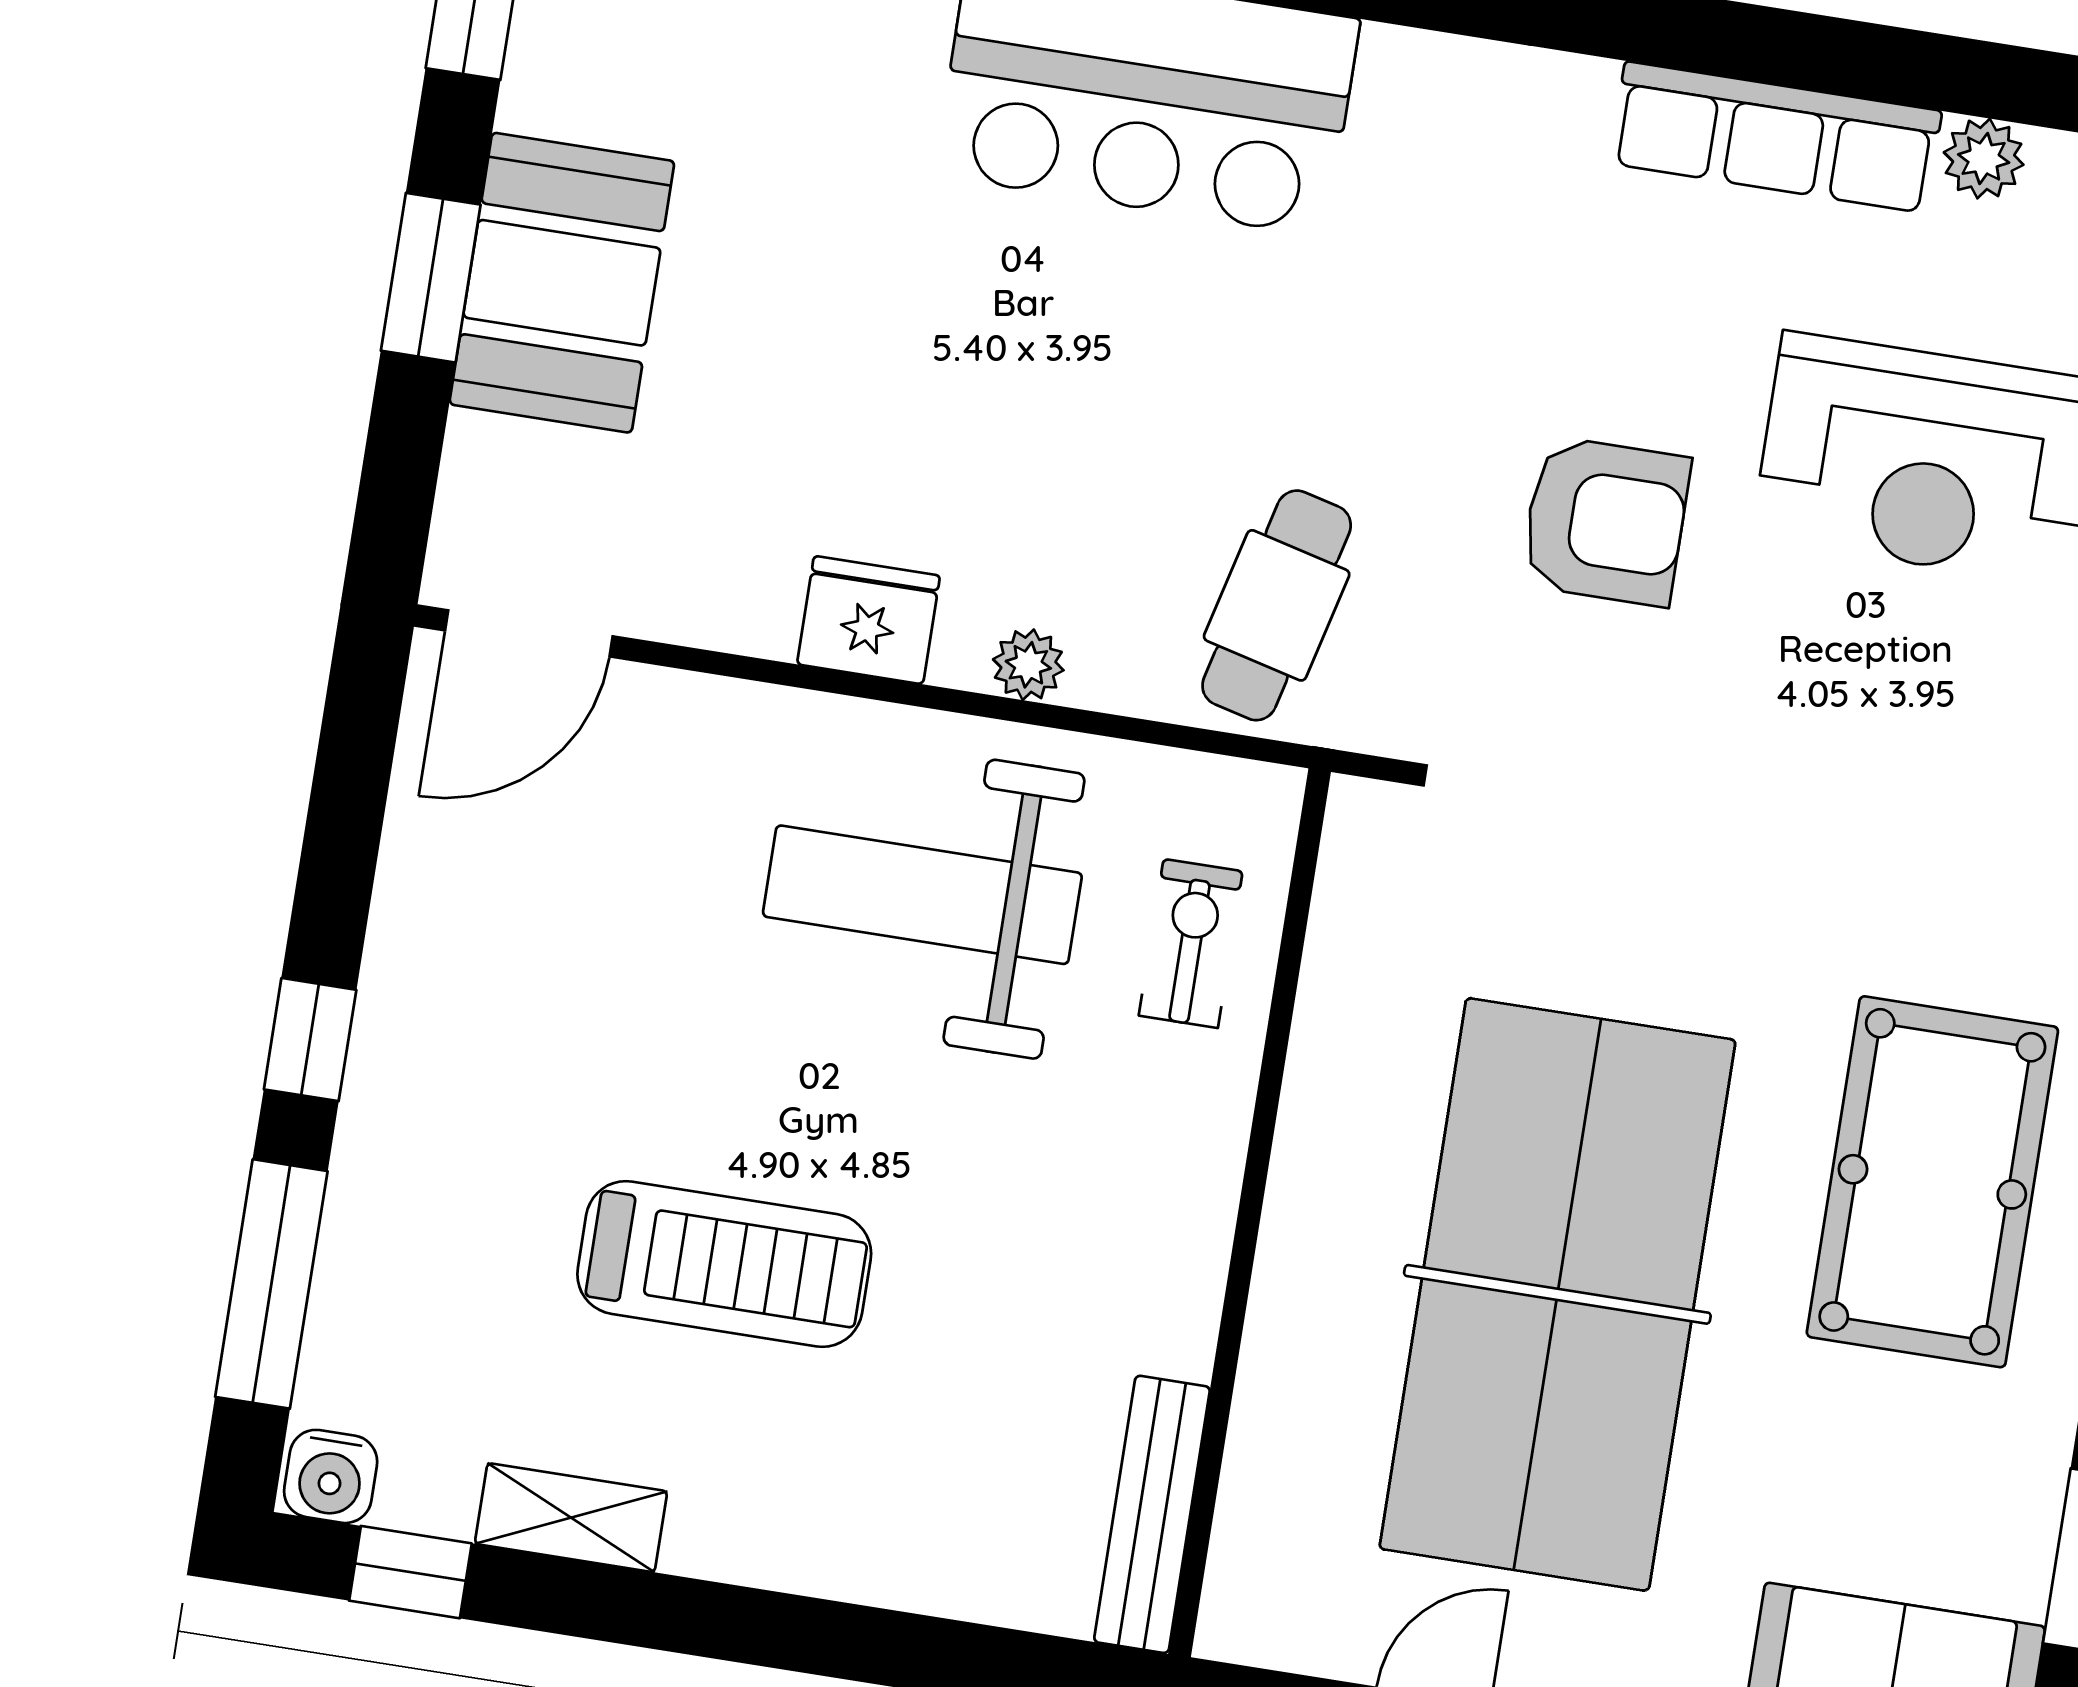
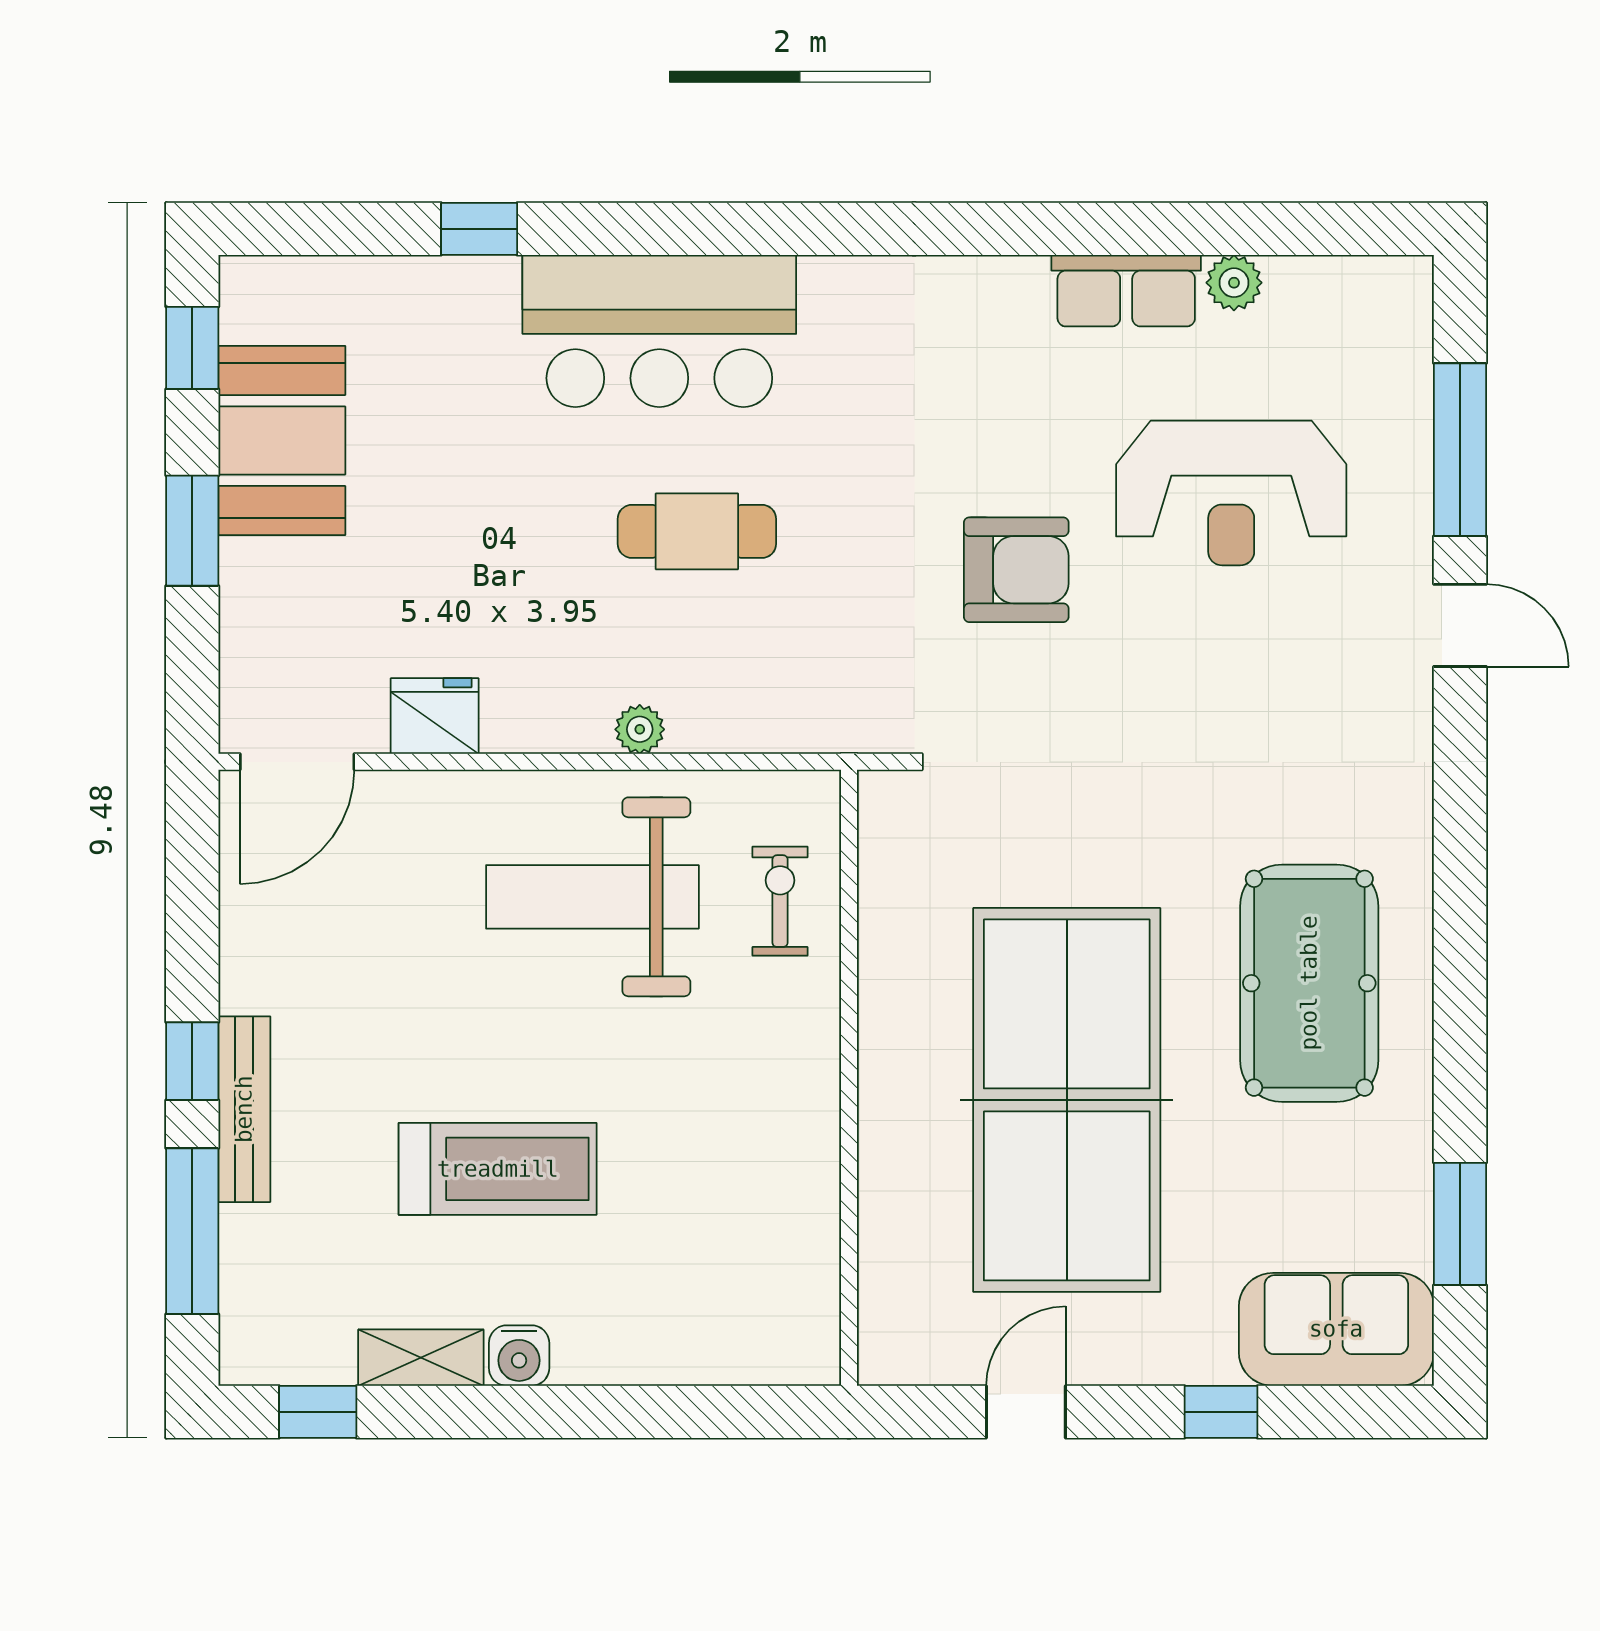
row of seats: (1776, 137) -> (1126, 291), width x0.68
booth: (562, 283) -> (282, 441), moved
cafe table: (1277, 605) -> (697, 531), moved, turned 76
fridge: (868, 620) -> (435, 716), moved
water cooler: (331, 1476) -> (519, 1356), moved
bench: (1152, 1514) -> (244, 1109), moved

